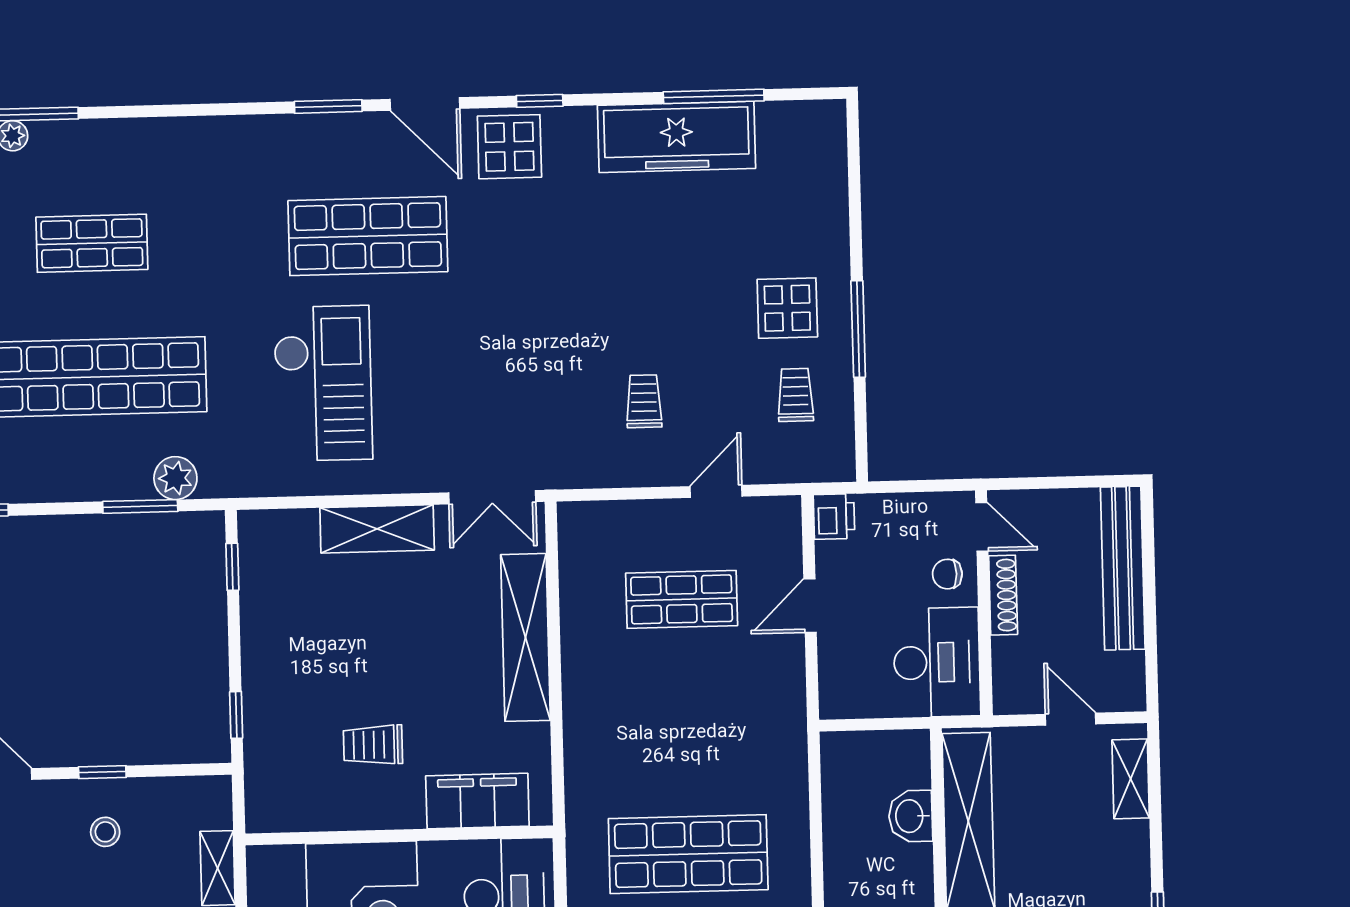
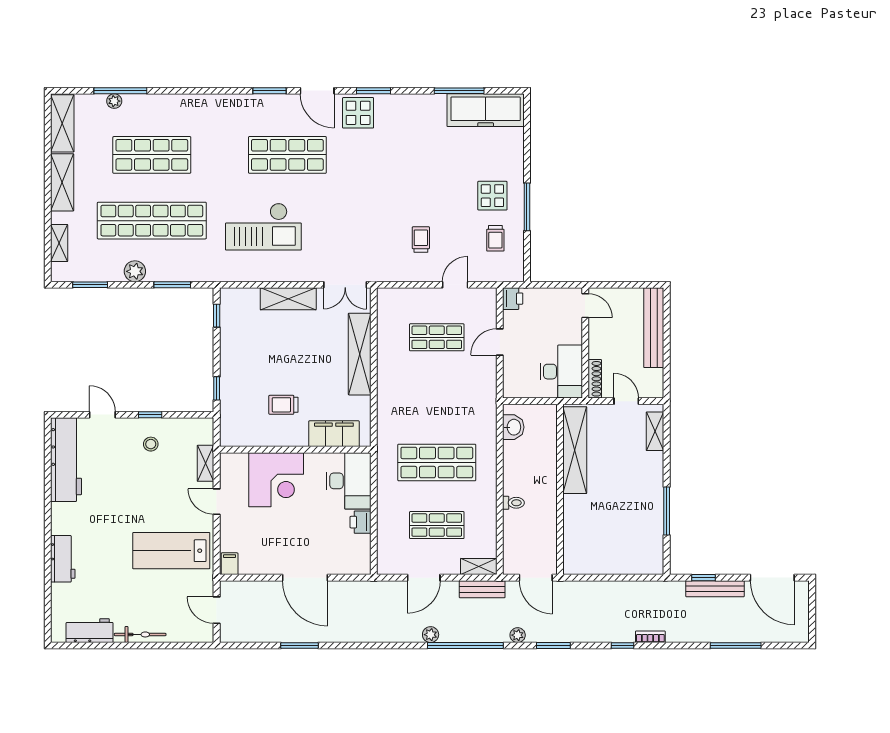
window: (540, 101) -> (374, 91), width x1.50
freezer: (676, 137) -> (486, 110), moved
shop shelf: (92, 243) -> (152, 155), width x1.43, depth x1.36
checkout: (323, 383) -> (263, 227), turned 90
trolley: (795, 395) -> (495, 238), turned 180
plant: (175, 478) -> (135, 271), moved
chair: (947, 574) -> (568, 328), removed
shoe rack: (1003, 595) -> (595, 379), moved
washbasin: (911, 816) -> (513, 427), moved, turned 180

